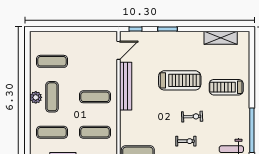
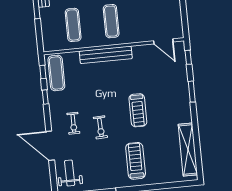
shelving: (221, 38) -> (188, 150), width x1.47
treadmill: (180, 80) -> (138, 110), width x0.73, depth x0.73
bench: (126, 86) -> (106, 55), moved

